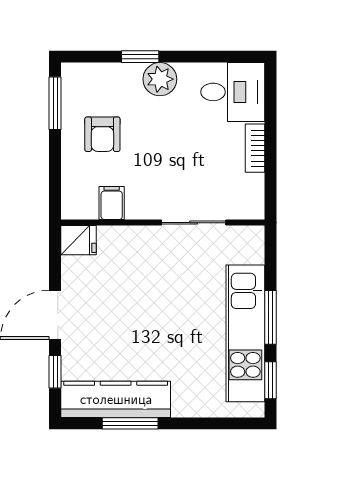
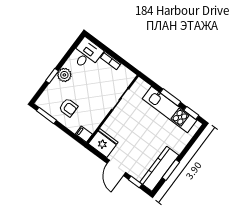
filing cabinet: (112, 203) -> (84, 134), moved
fridge: (78, 240) -> (103, 143), width x1.88, depth x1.34

